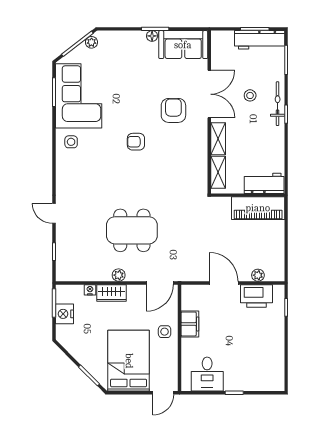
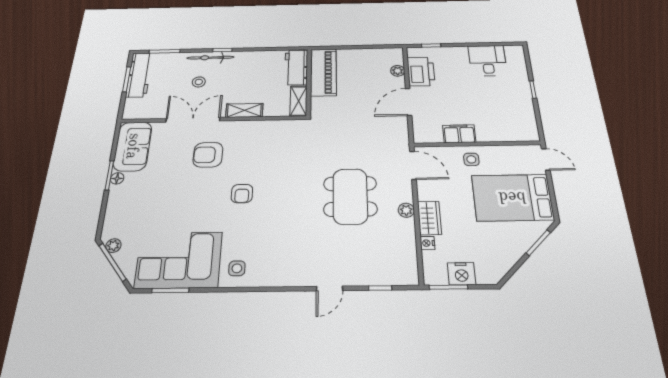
shelving: (218, 172) -> (299, 101), moved, turned 90
desk: (207, 374) -> (488, 60), moved, turned -90

